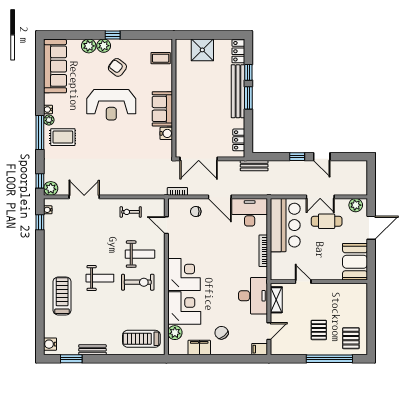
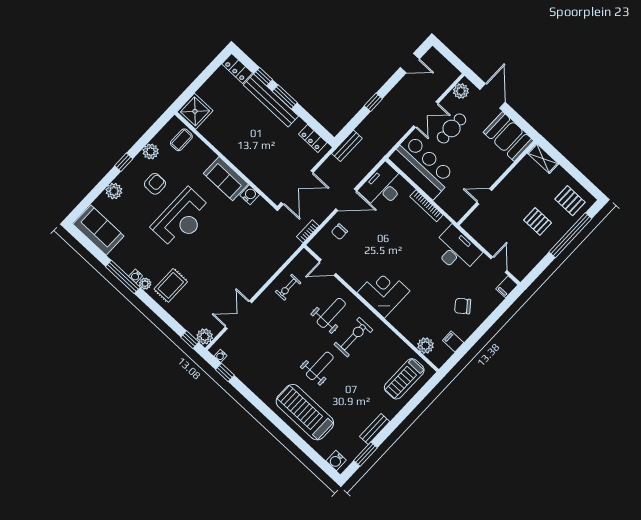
plant: (104, 46) -> (151, 151), moved
shower: (202, 50) -> (195, 111), moved
sofa: (55, 66) -> (98, 230), width x0.73
armchair: (117, 67) -> (155, 184), turned 143
window: (40, 132) -> (123, 277), moved
door: (322, 157) -> (410, 63), moved
treadmill: (62, 296) -> (305, 412), width x1.37, depth x1.38
shelving: (276, 300) -> (543, 158), moved
corner desk: (184, 308) -> (412, 318), removed
filing cabinet: (199, 348) -> (453, 341), width x0.50

